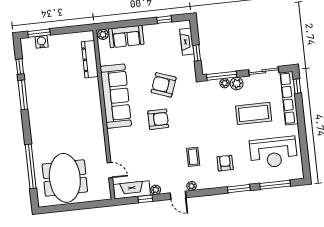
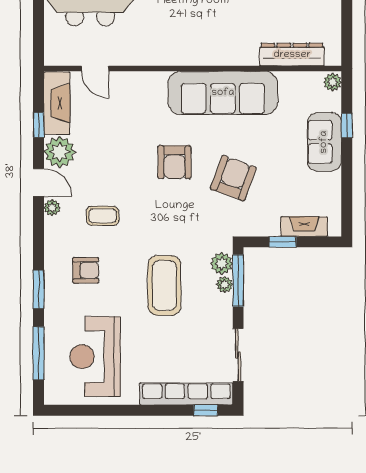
window: (164, 20) -> (347, 126), moved
sofa: (126, 36) -> (324, 142), moved
plant: (237, 84) -> (222, 264), moved
coffee table: (254, 113) -> (164, 286), moved
door: (110, 170) -> (95, 69), hinge flipped
plant: (156, 190) -> (60, 152), width x1.87, depth x1.87
door: (178, 195) -> (39, 183), swing flipped

